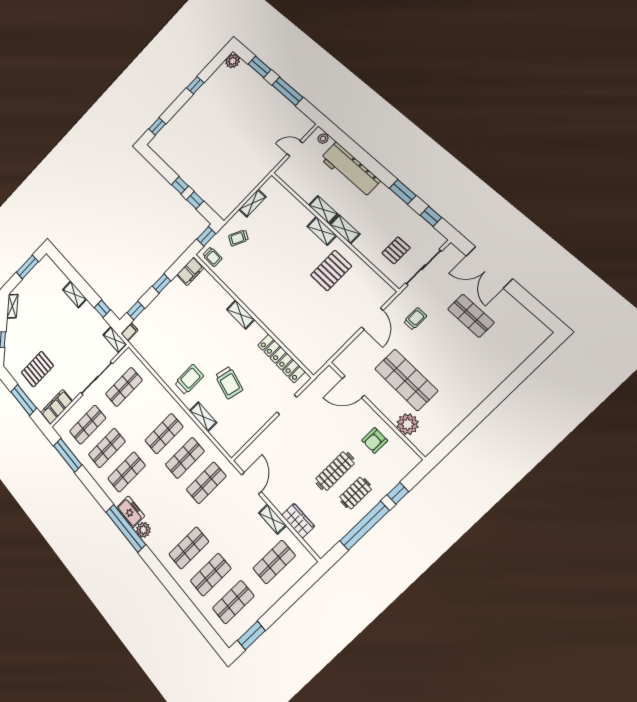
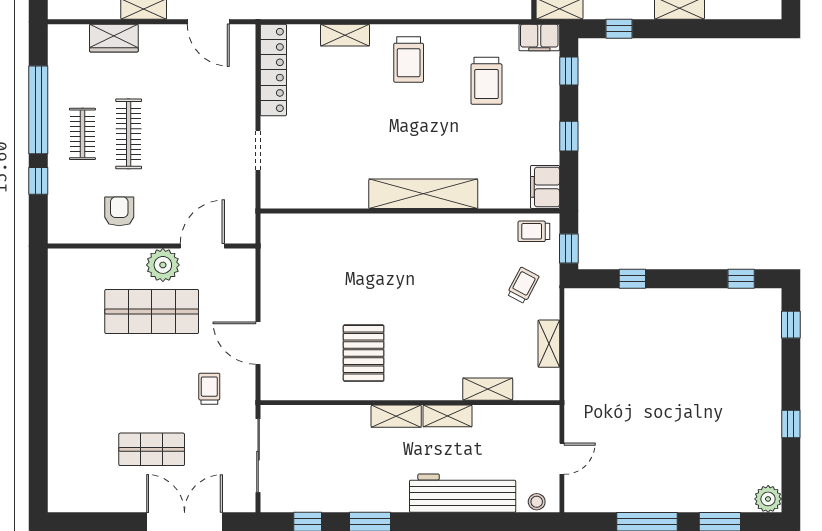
window: (180, 185) -> (741, 279), moved
shelving: (322, 231) -> (488, 389), moved
pallet: (396, 250) -> (309, 446), removed
shelving: (241, 315) -> (423, 194), width x2.20, depth x1.33
trolley: (415, 319) -> (209, 389), turned 180
filing cabinet: (129, 332) -> (539, 38), width x2.00
locker: (281, 358) -> (273, 70), moved, turned 90
trolley: (229, 383) -> (486, 81), moved, turned -104
plant: (408, 424) -> (163, 265), moved

